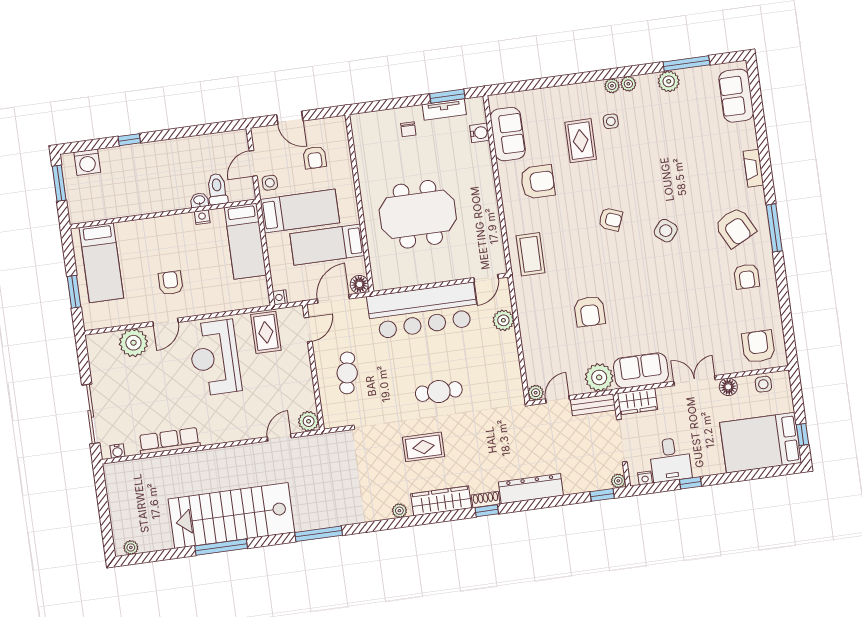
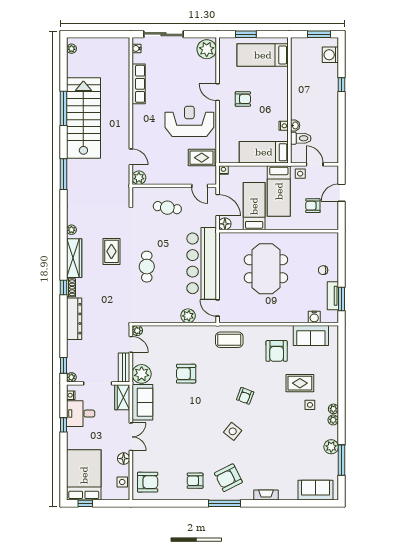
plant: (133, 343) -> (207, 49), moved

